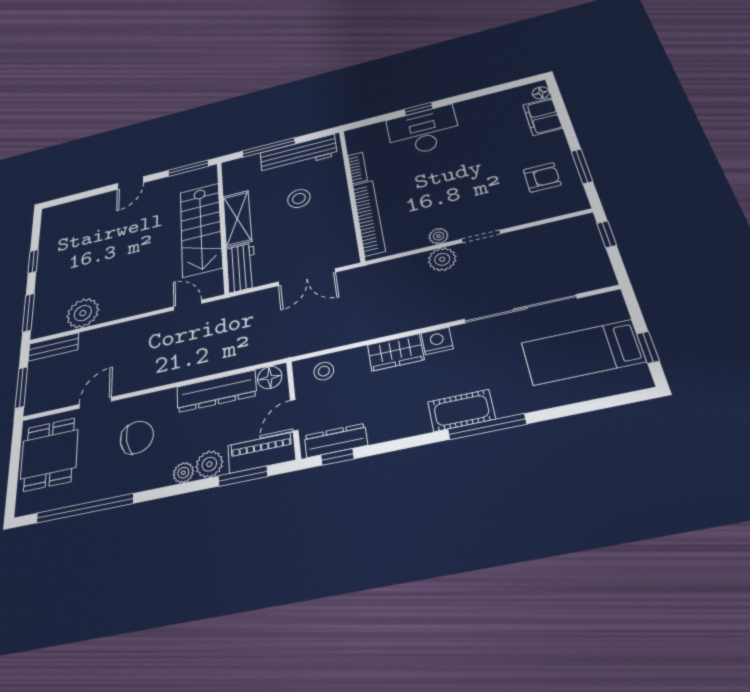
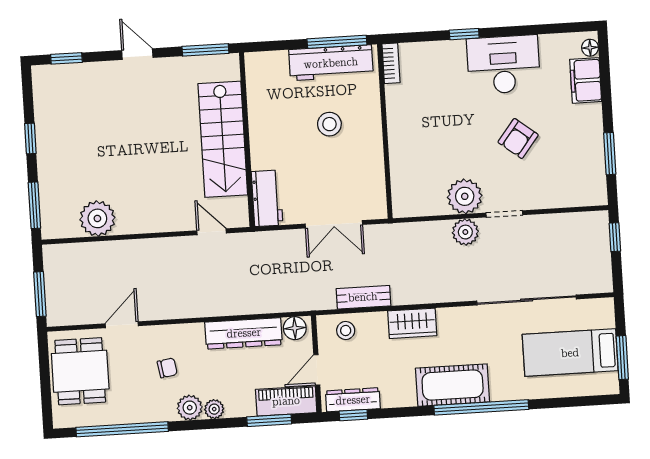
desk: (423, 131) -> (503, 65), moved
window: (269, 147) -> (337, 42), moved
bookcase: (357, 168) -> (391, 63), moved
armchair: (542, 177) -> (518, 138), moved, turned 128
door: (130, 183) -> (137, 54), swing flipped
window: (72, 198) -> (66, 58), added
bookcase: (369, 218) -> (400, 166), removed
shelving: (237, 219) -> (263, 135), removed
plant: (439, 236) -> (465, 196), width x1.88, depth x1.88
nightstand: (437, 341) -> (450, 319), removed
bench: (53, 347) -> (363, 297), moved
window: (648, 347) -> (622, 358), width x1.50
cot: (461, 410) -> (453, 385), width x1.37, depth x1.34
window: (487, 427) -> (481, 407), width x1.46
chair: (137, 437) -> (167, 368), width x0.54, depth x0.54
plant: (209, 464) -> (190, 408), moved

